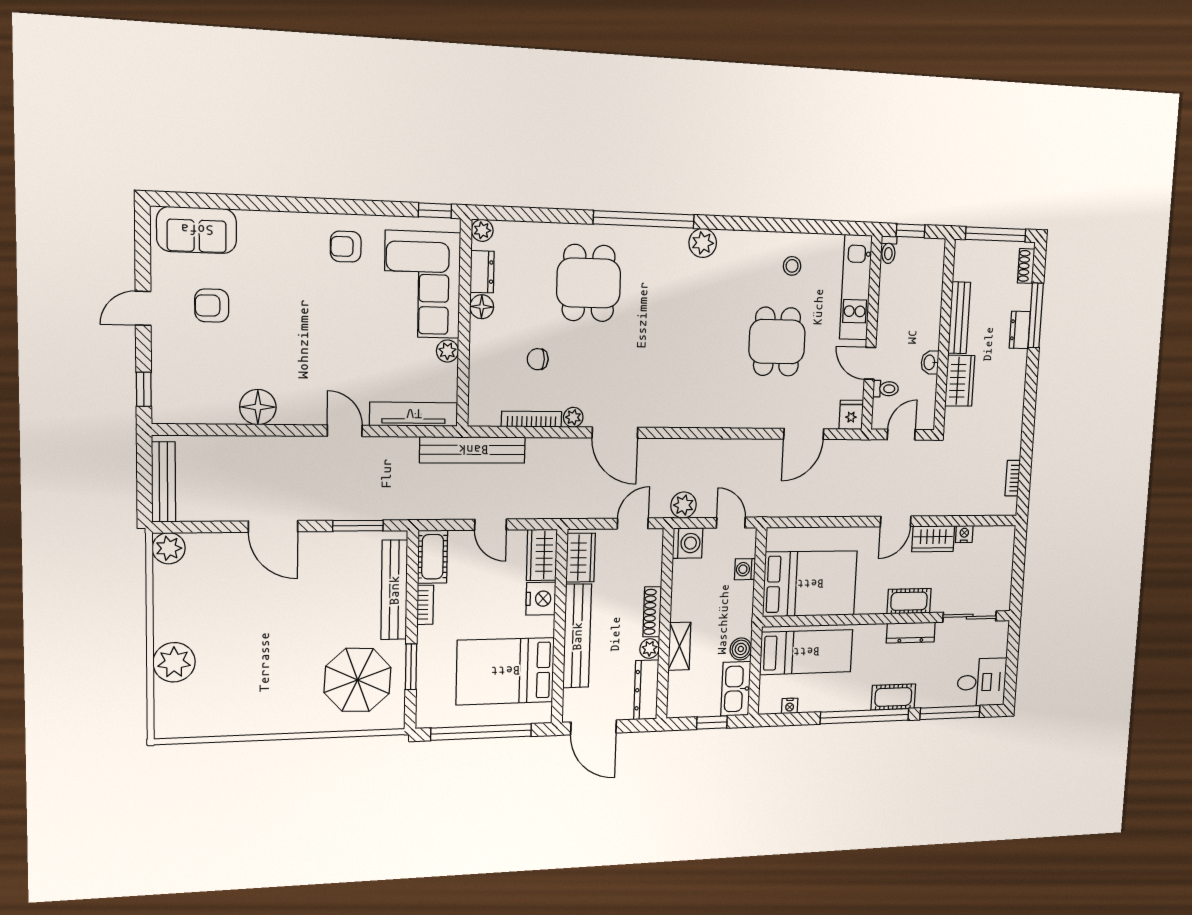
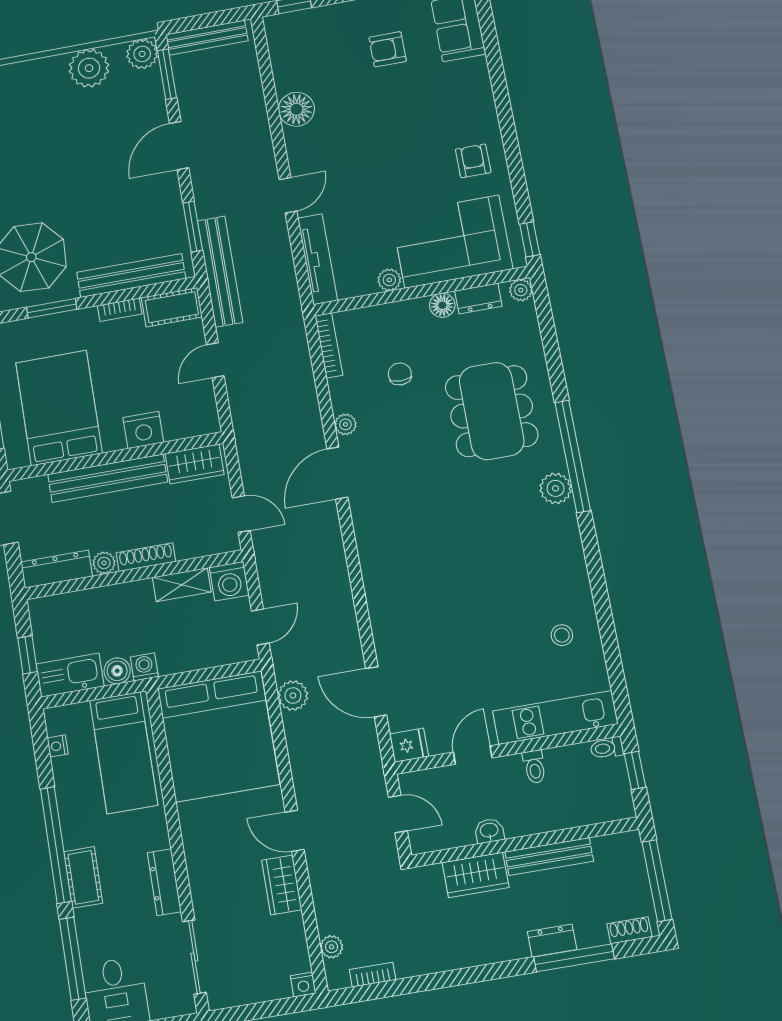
plant: (703, 243) -> (556, 488), moved
dining table: (589, 283) -> (492, 411), width x1.37
armchair: (212, 306) -> (388, 49), turned -90
dining table: (777, 342) -> (474, 636), removed
toilet: (886, 389) -> (534, 767), moved
bookcase: (532, 419) -> (329, 345), moved
bench: (473, 450) -> (220, 271), moved
plant: (684, 505) -> (293, 696), moved
plant: (986, 507) -> (332, 947), added
window: (195, 527) -> (167, 74), added
nightstand: (964, 534) -> (303, 984), moved, turned 90
wardrobe: (542, 555) -> (191, 421), removed
washing machine: (745, 569) -> (144, 667), moved
bed: (810, 584) -> (218, 736), width x1.36
cot: (909, 601) -> (202, 871), removed
shelving: (679, 646) -> (182, 585), moved
plant: (174, 662) -> (89, 68), moved

